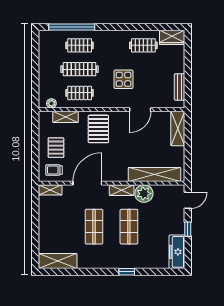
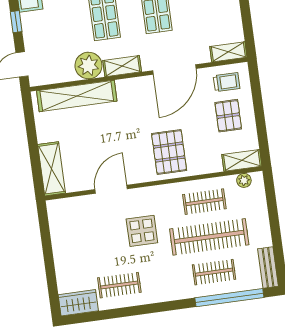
clothes rail: (80, 69) -> (209, 237), width x1.37, depth x1.31
bench: (180, 87) -> (268, 267), moved
shelving: (65, 117) -> (242, 160), moved

